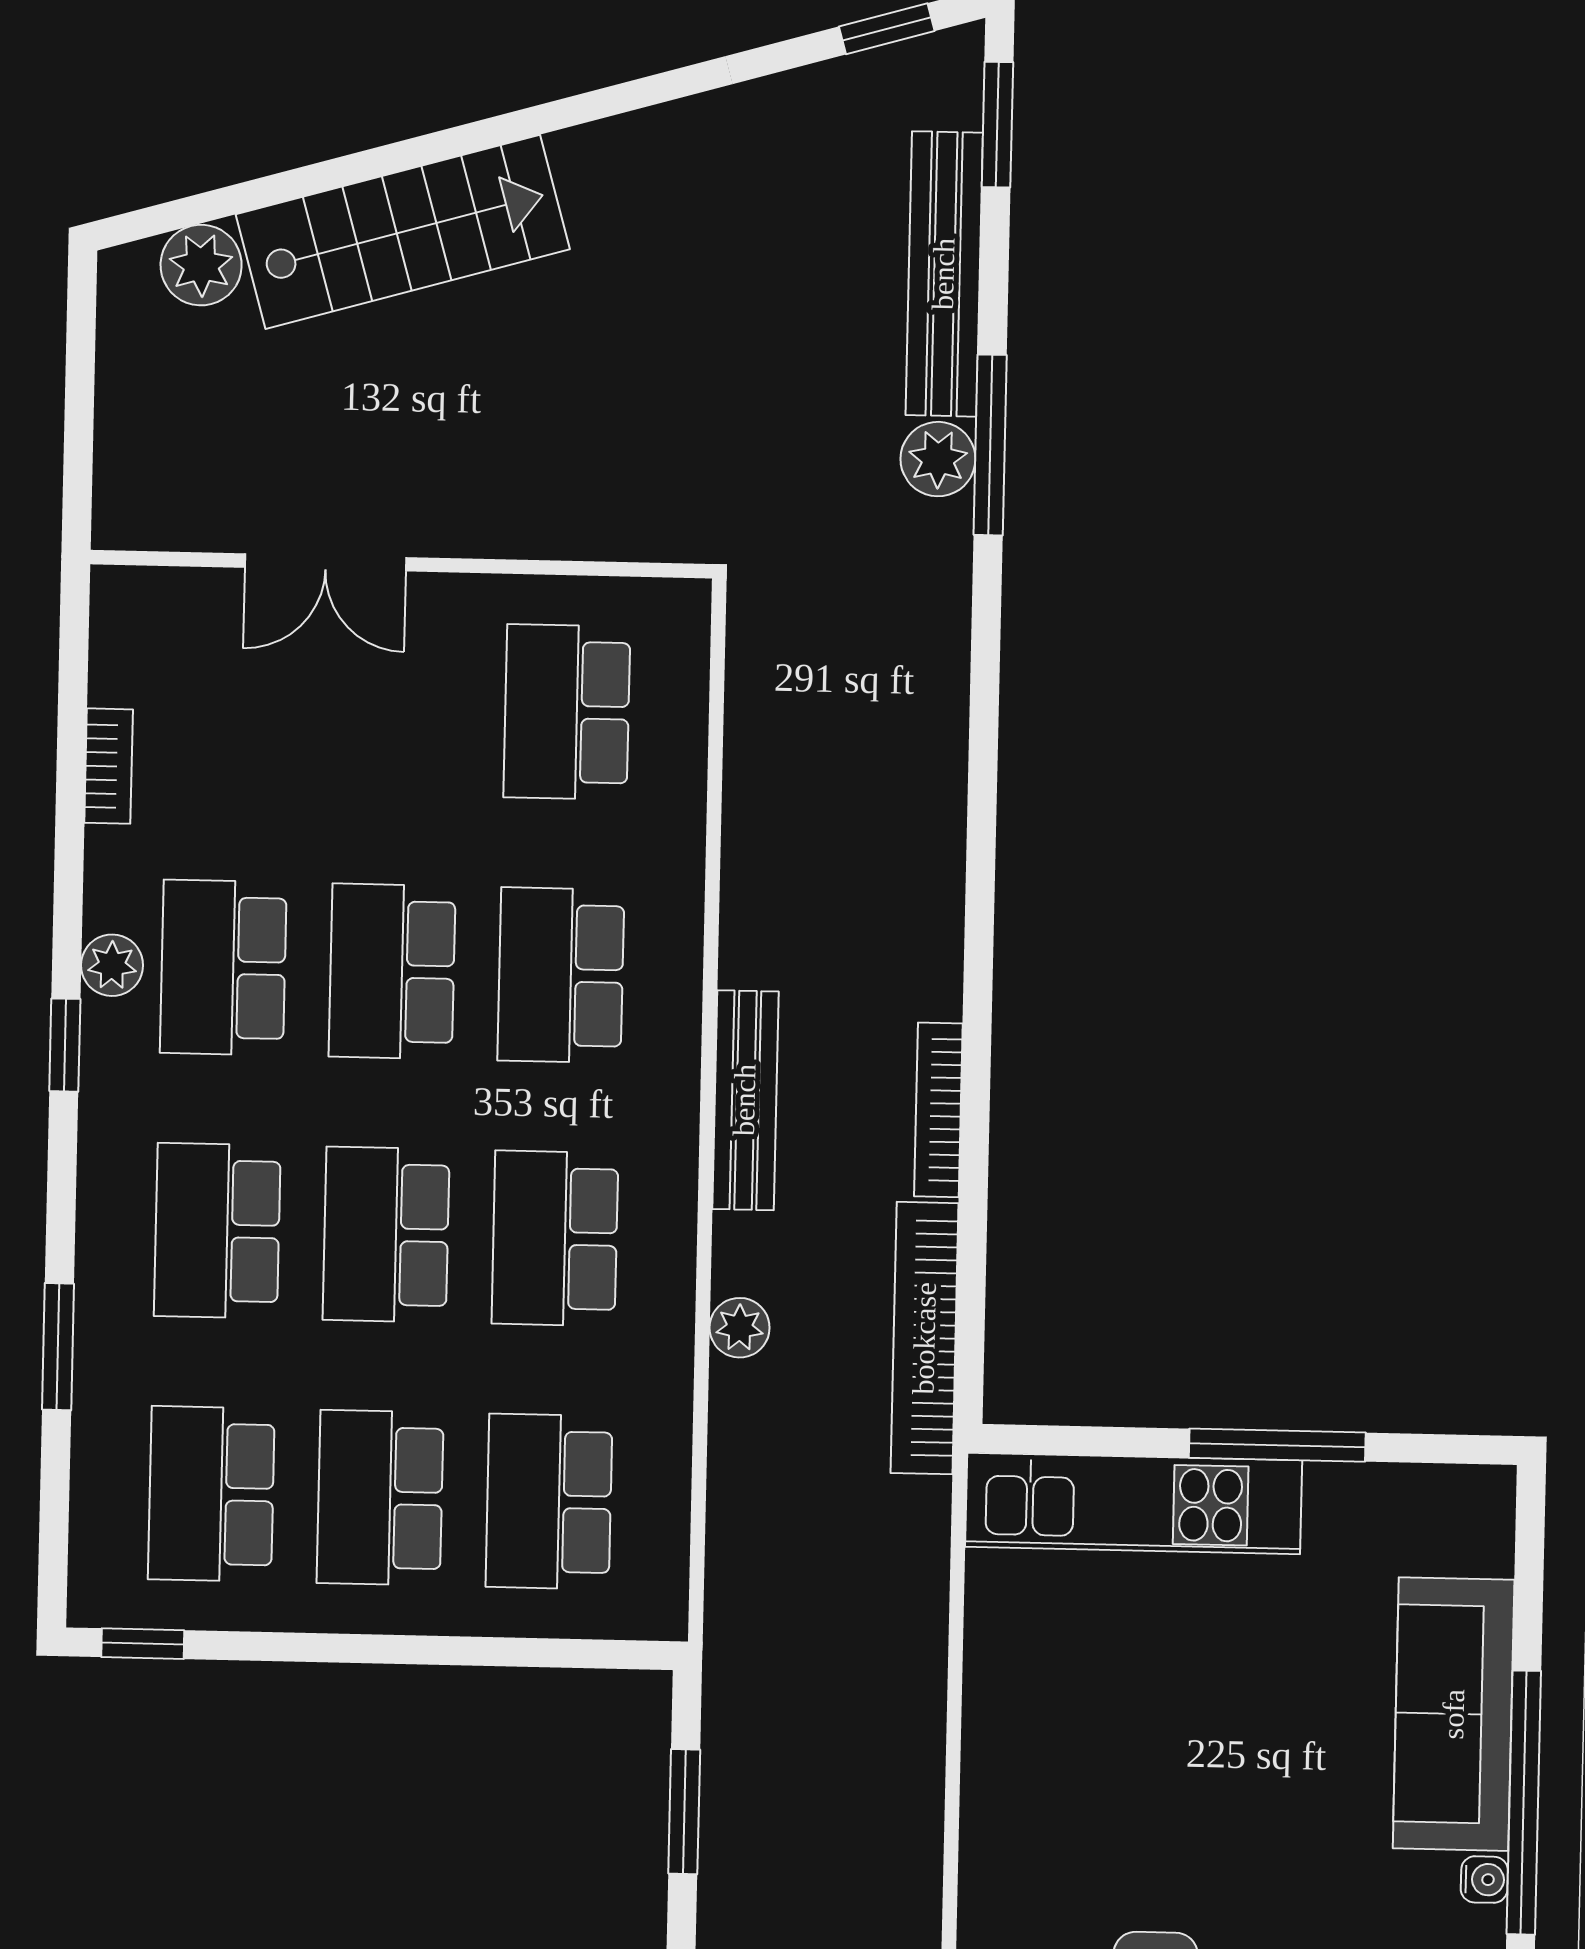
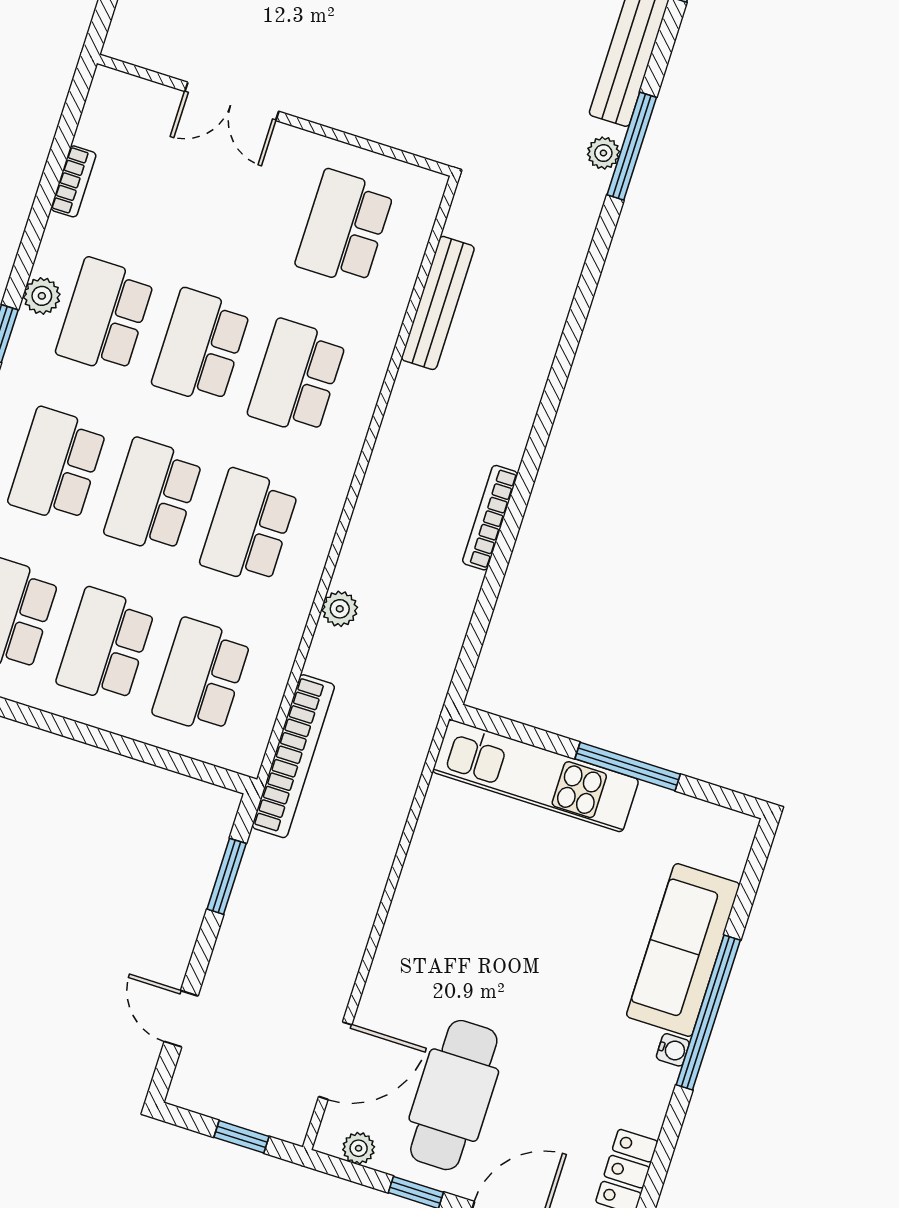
plant: (938, 459) -> (603, 153), width x0.73, depth x0.73
bench: (745, 1100) -> (438, 303), moved
bookcase: (925, 1338) -> (293, 756), moved, turned 180

